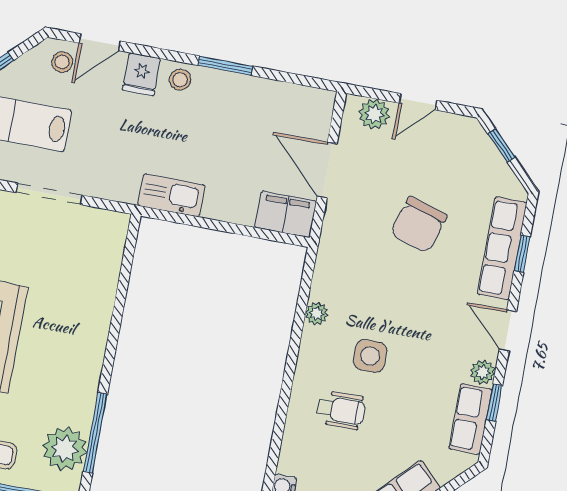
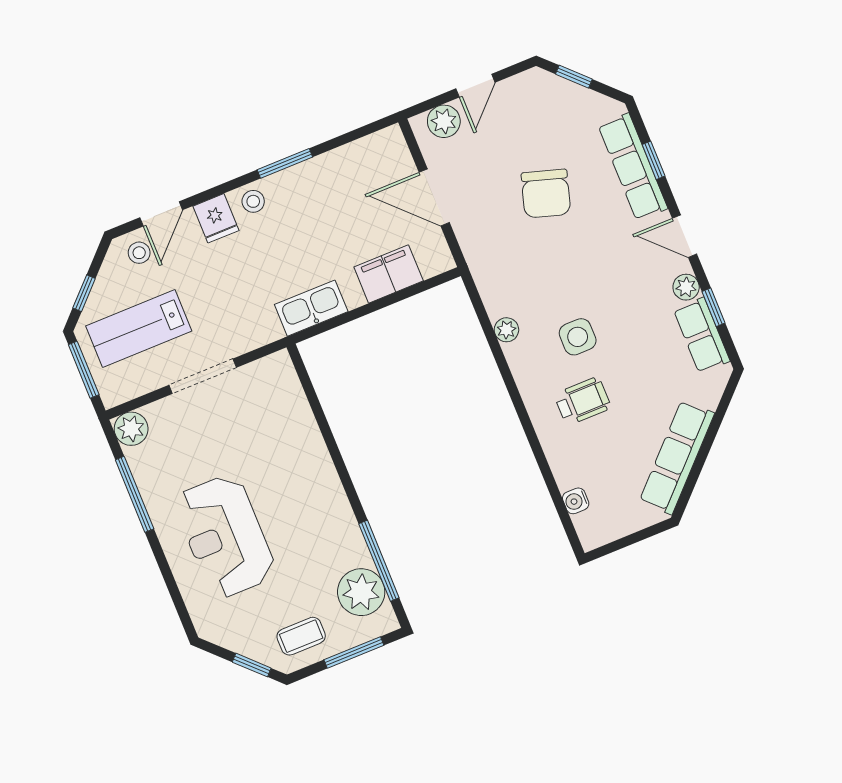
filing cabinet: (286, 214) -> (389, 274), moved

